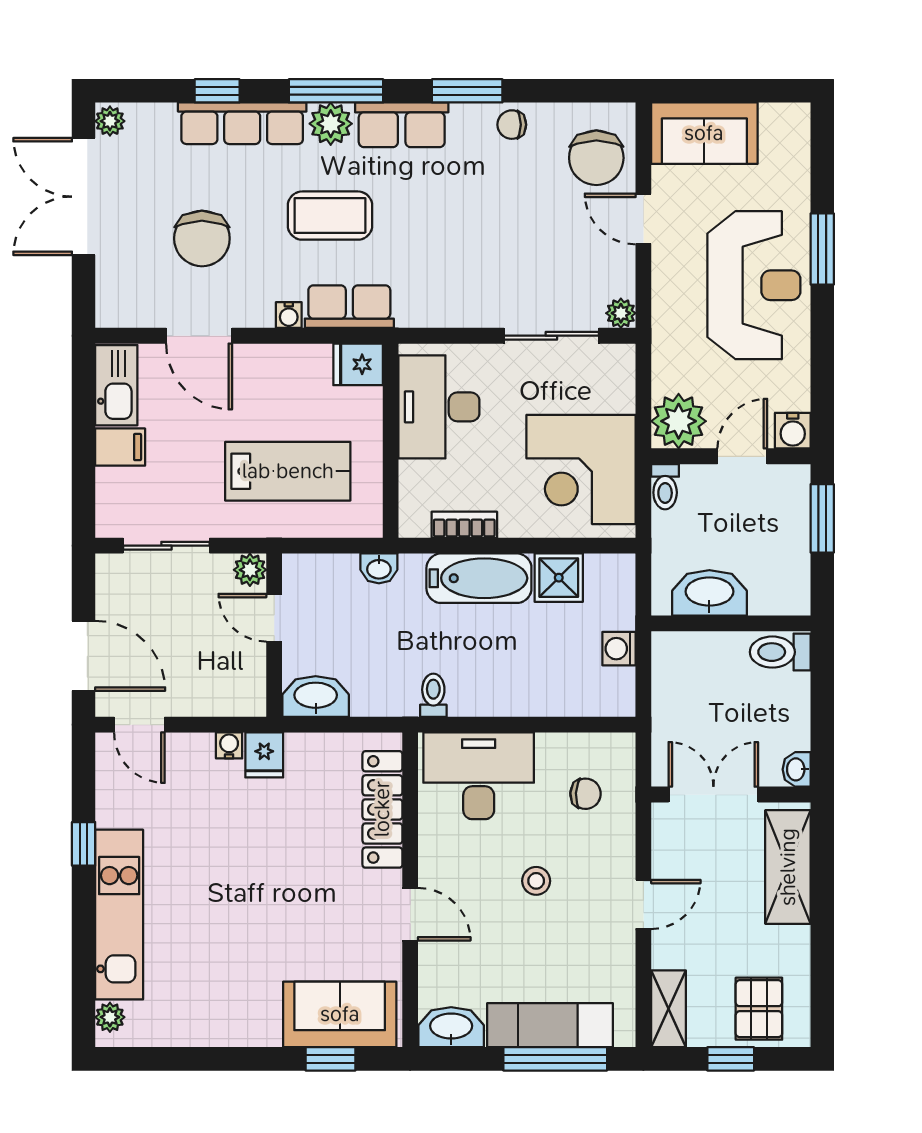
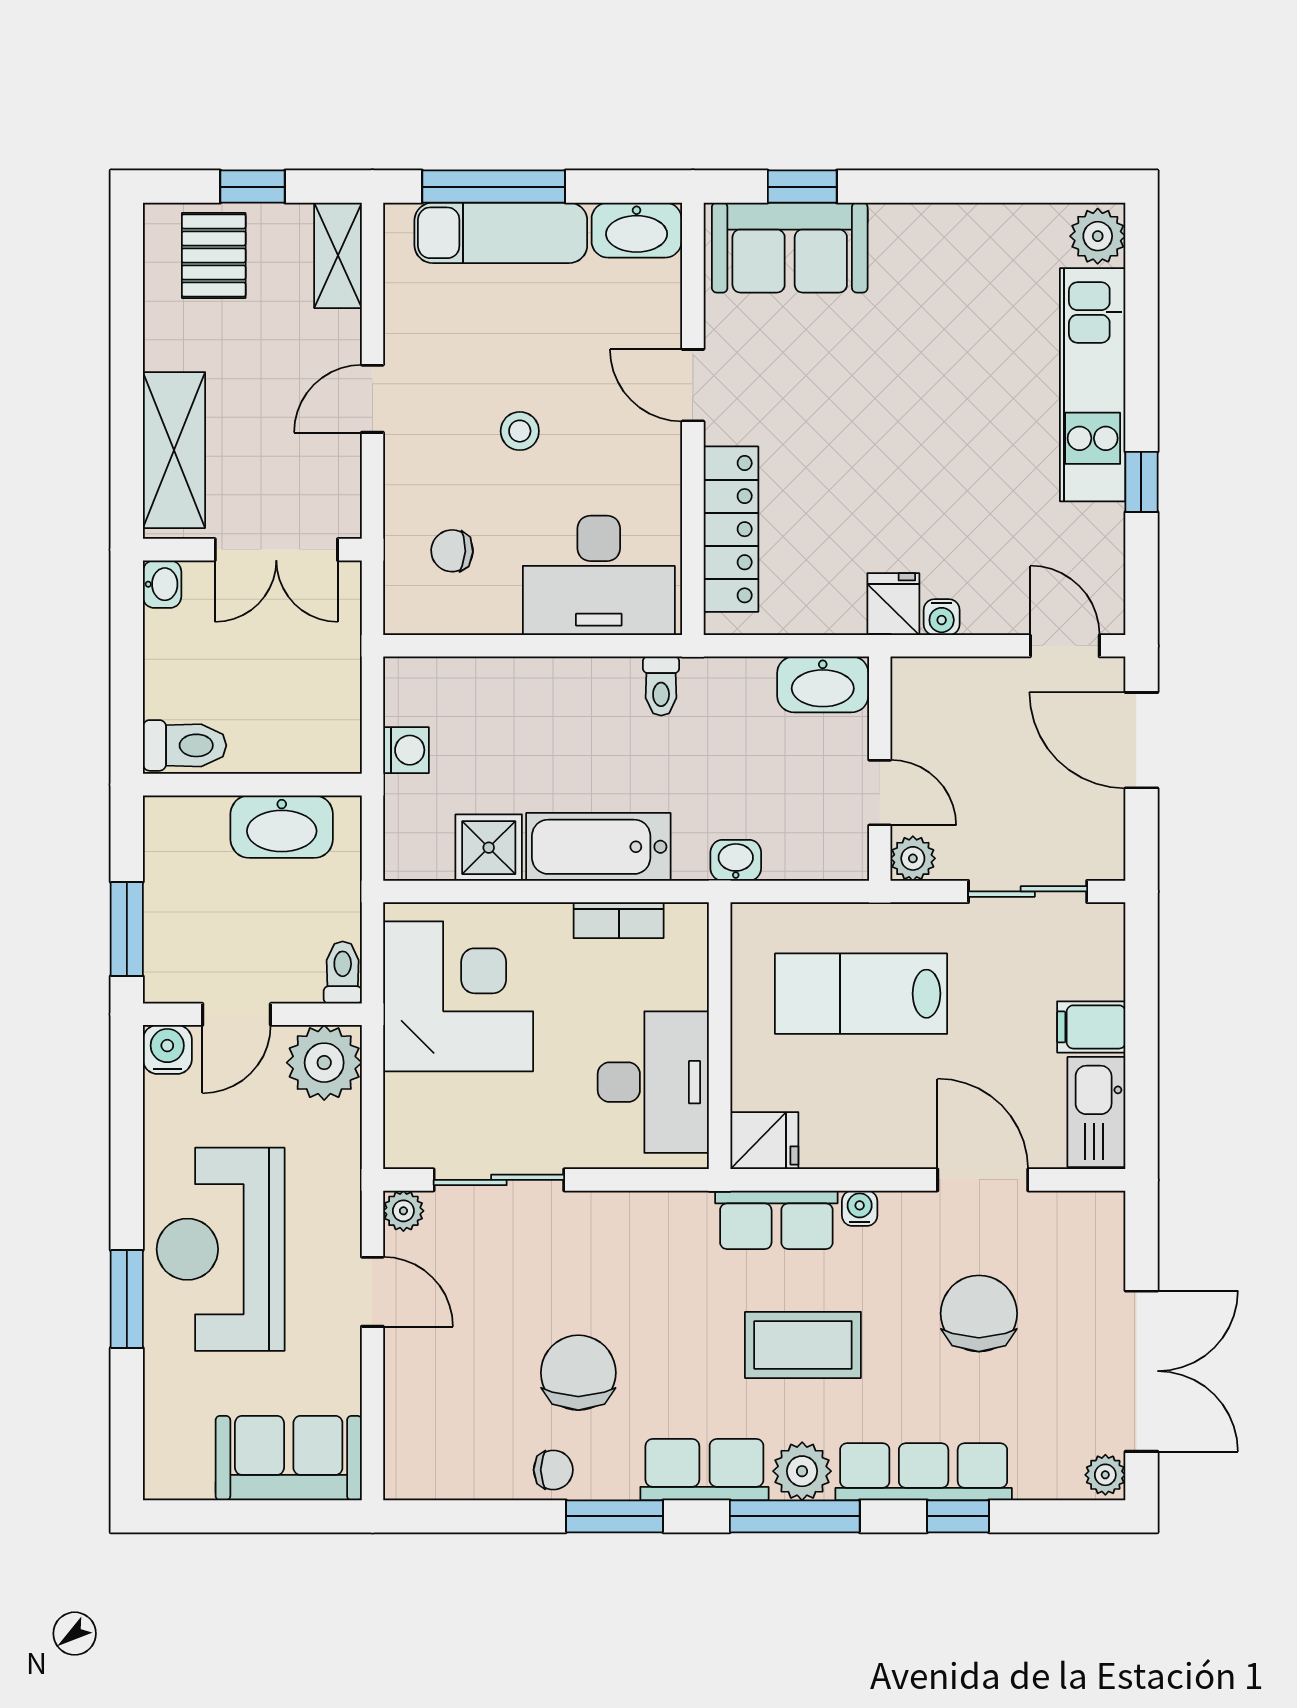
chair: (596, 158) -> (578, 1373), moved
door: (643, 219) -> (372, 1292), moved
plant: (110, 1017) -> (1098, 236), width x1.38, depth x1.38

